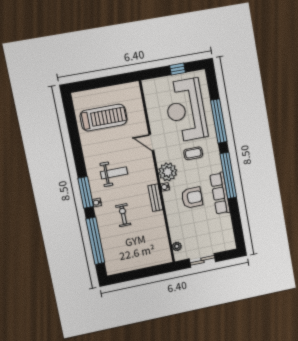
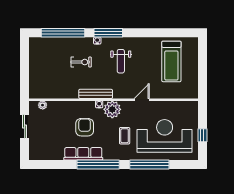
bench: (155, 198) -> (96, 94), width x1.36
armchair: (192, 198) -> (85, 127), turned 180

